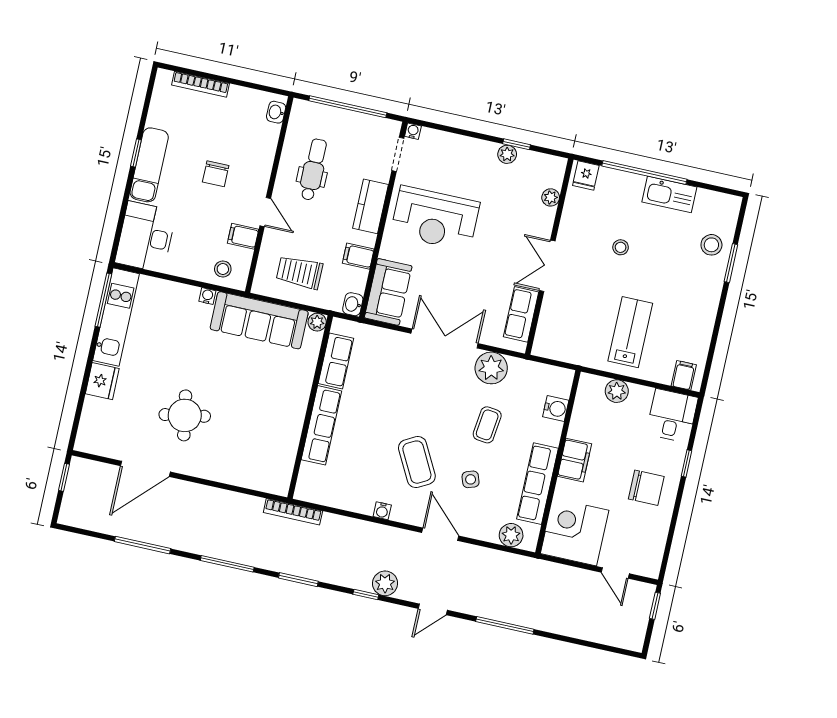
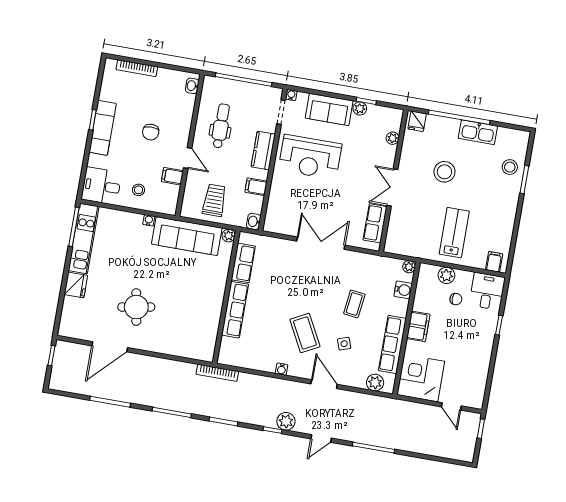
desk: (146, 237) -> (101, 186), width x0.73
stool: (621, 247) -> (444, 172), width x1.89, depth x1.89
stool: (223, 269) -> (139, 190), moved
trolley: (300, 272) -> (214, 200), turned 90
sofa: (388, 292) -> (329, 109), moved, turned 90
plant: (491, 368) -> (409, 267), moved, width x0.53, depth x0.53
chair: (646, 488) -> (456, 299), moved, width x0.54, depth x0.54

